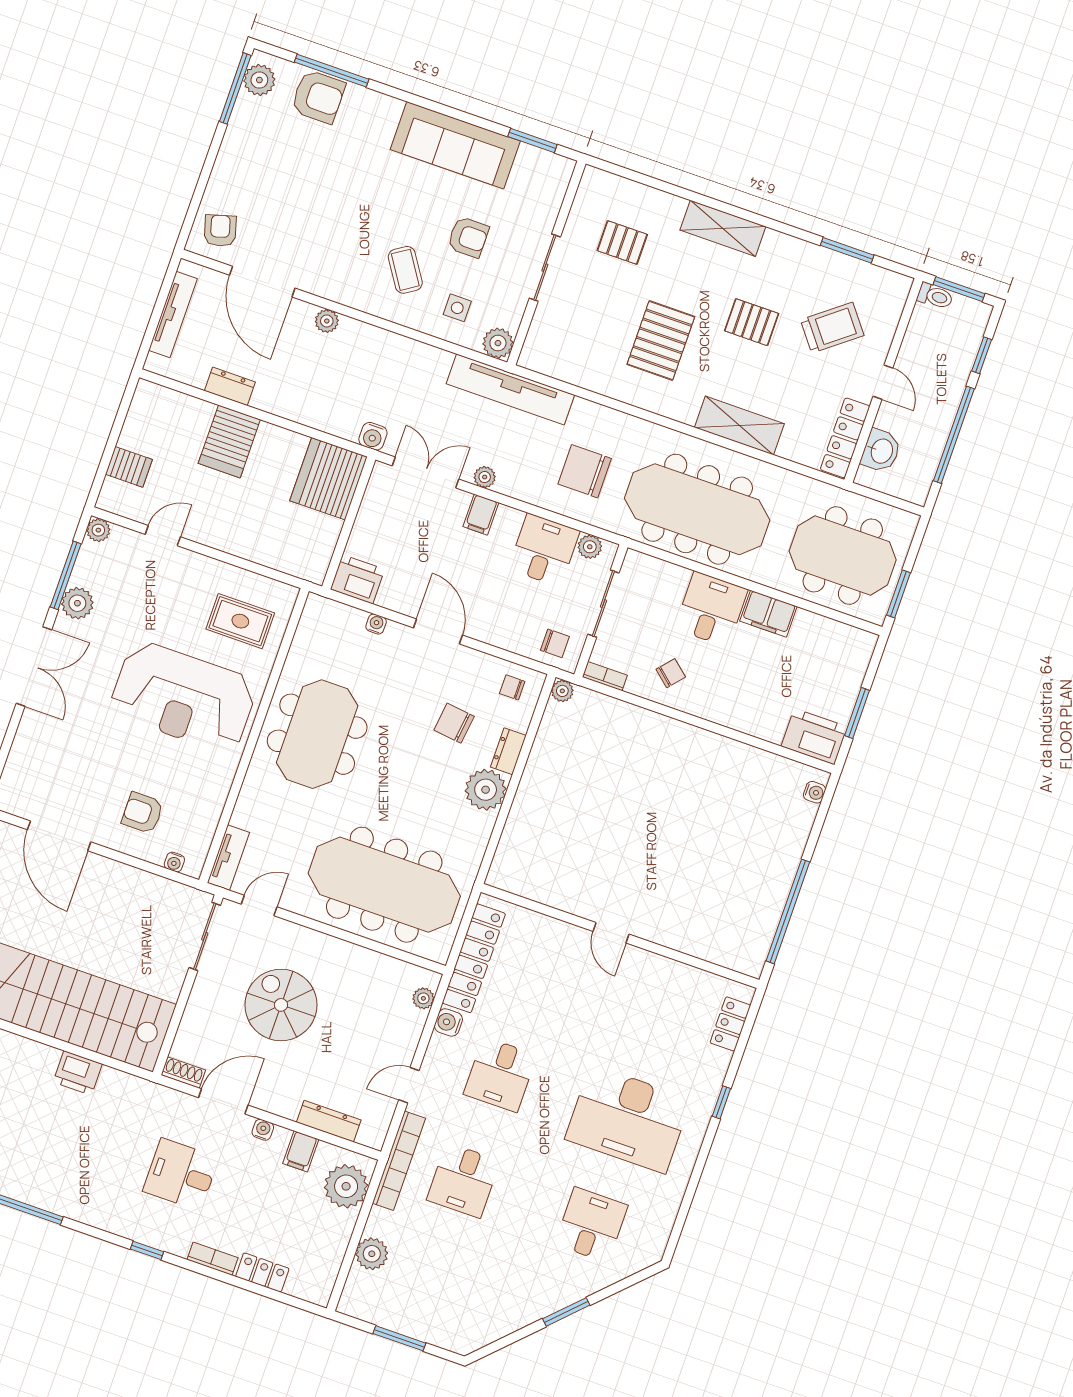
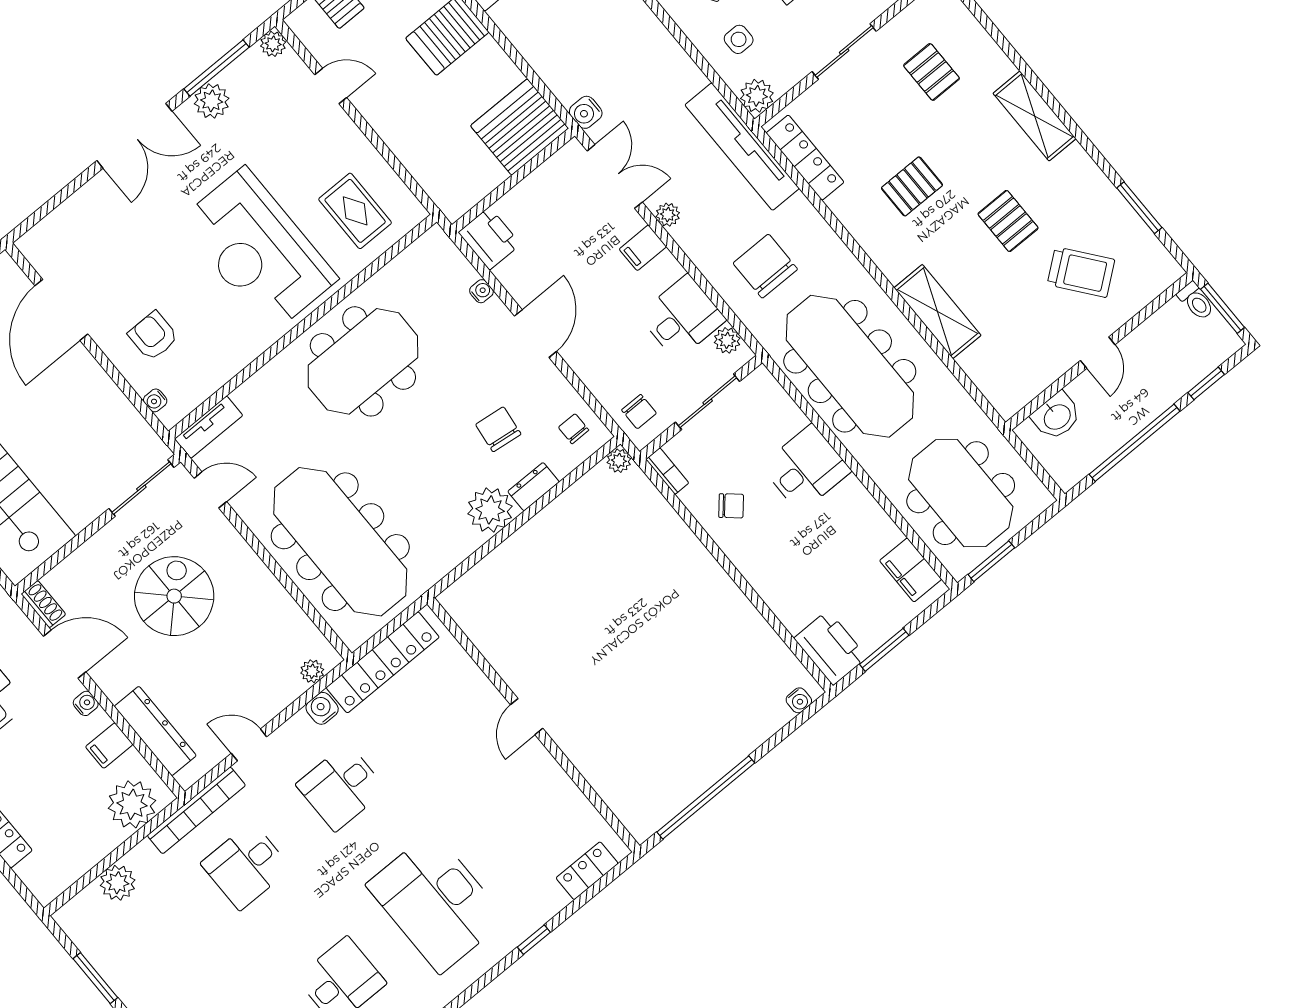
pallet: (661, 341) -> (912, 186), width x0.67, depth x0.71
locker: (845, 438) -> (805, 158), moved, turned 90
filing cabinet: (768, 614) -> (911, 570), moved
dresser: (329, 1121) -> (155, 731), width x1.37, depth x1.24

